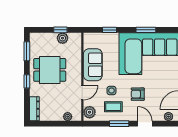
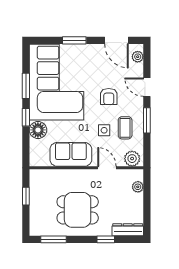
window: (110, 30) -> (26, 117), moved
plant: (63, 38) -> (37, 193), removed
floor lamp: (112, 39) -> (38, 130), added
dining table: (50, 70) -> (78, 210), turned 90
window: (27, 81) -> (106, 239), moved
door: (145, 124) -> (147, 87), hinge flipped

